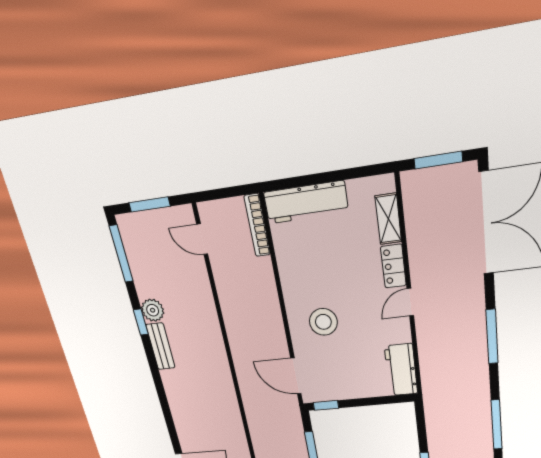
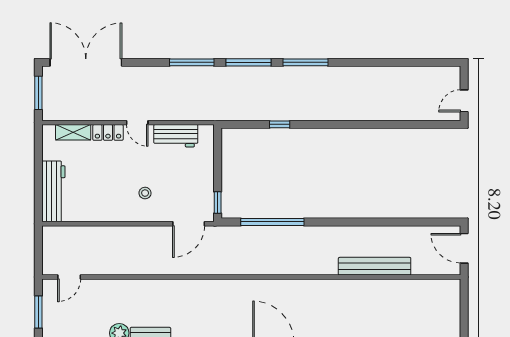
bookcase: (257, 225) -> (65, 231), removed
stool: (323, 322) -> (145, 193), width x0.53, depth x0.53
window: (492, 337) -> (192, 62), moved
workbench: (401, 370) -> (176, 136), moved

